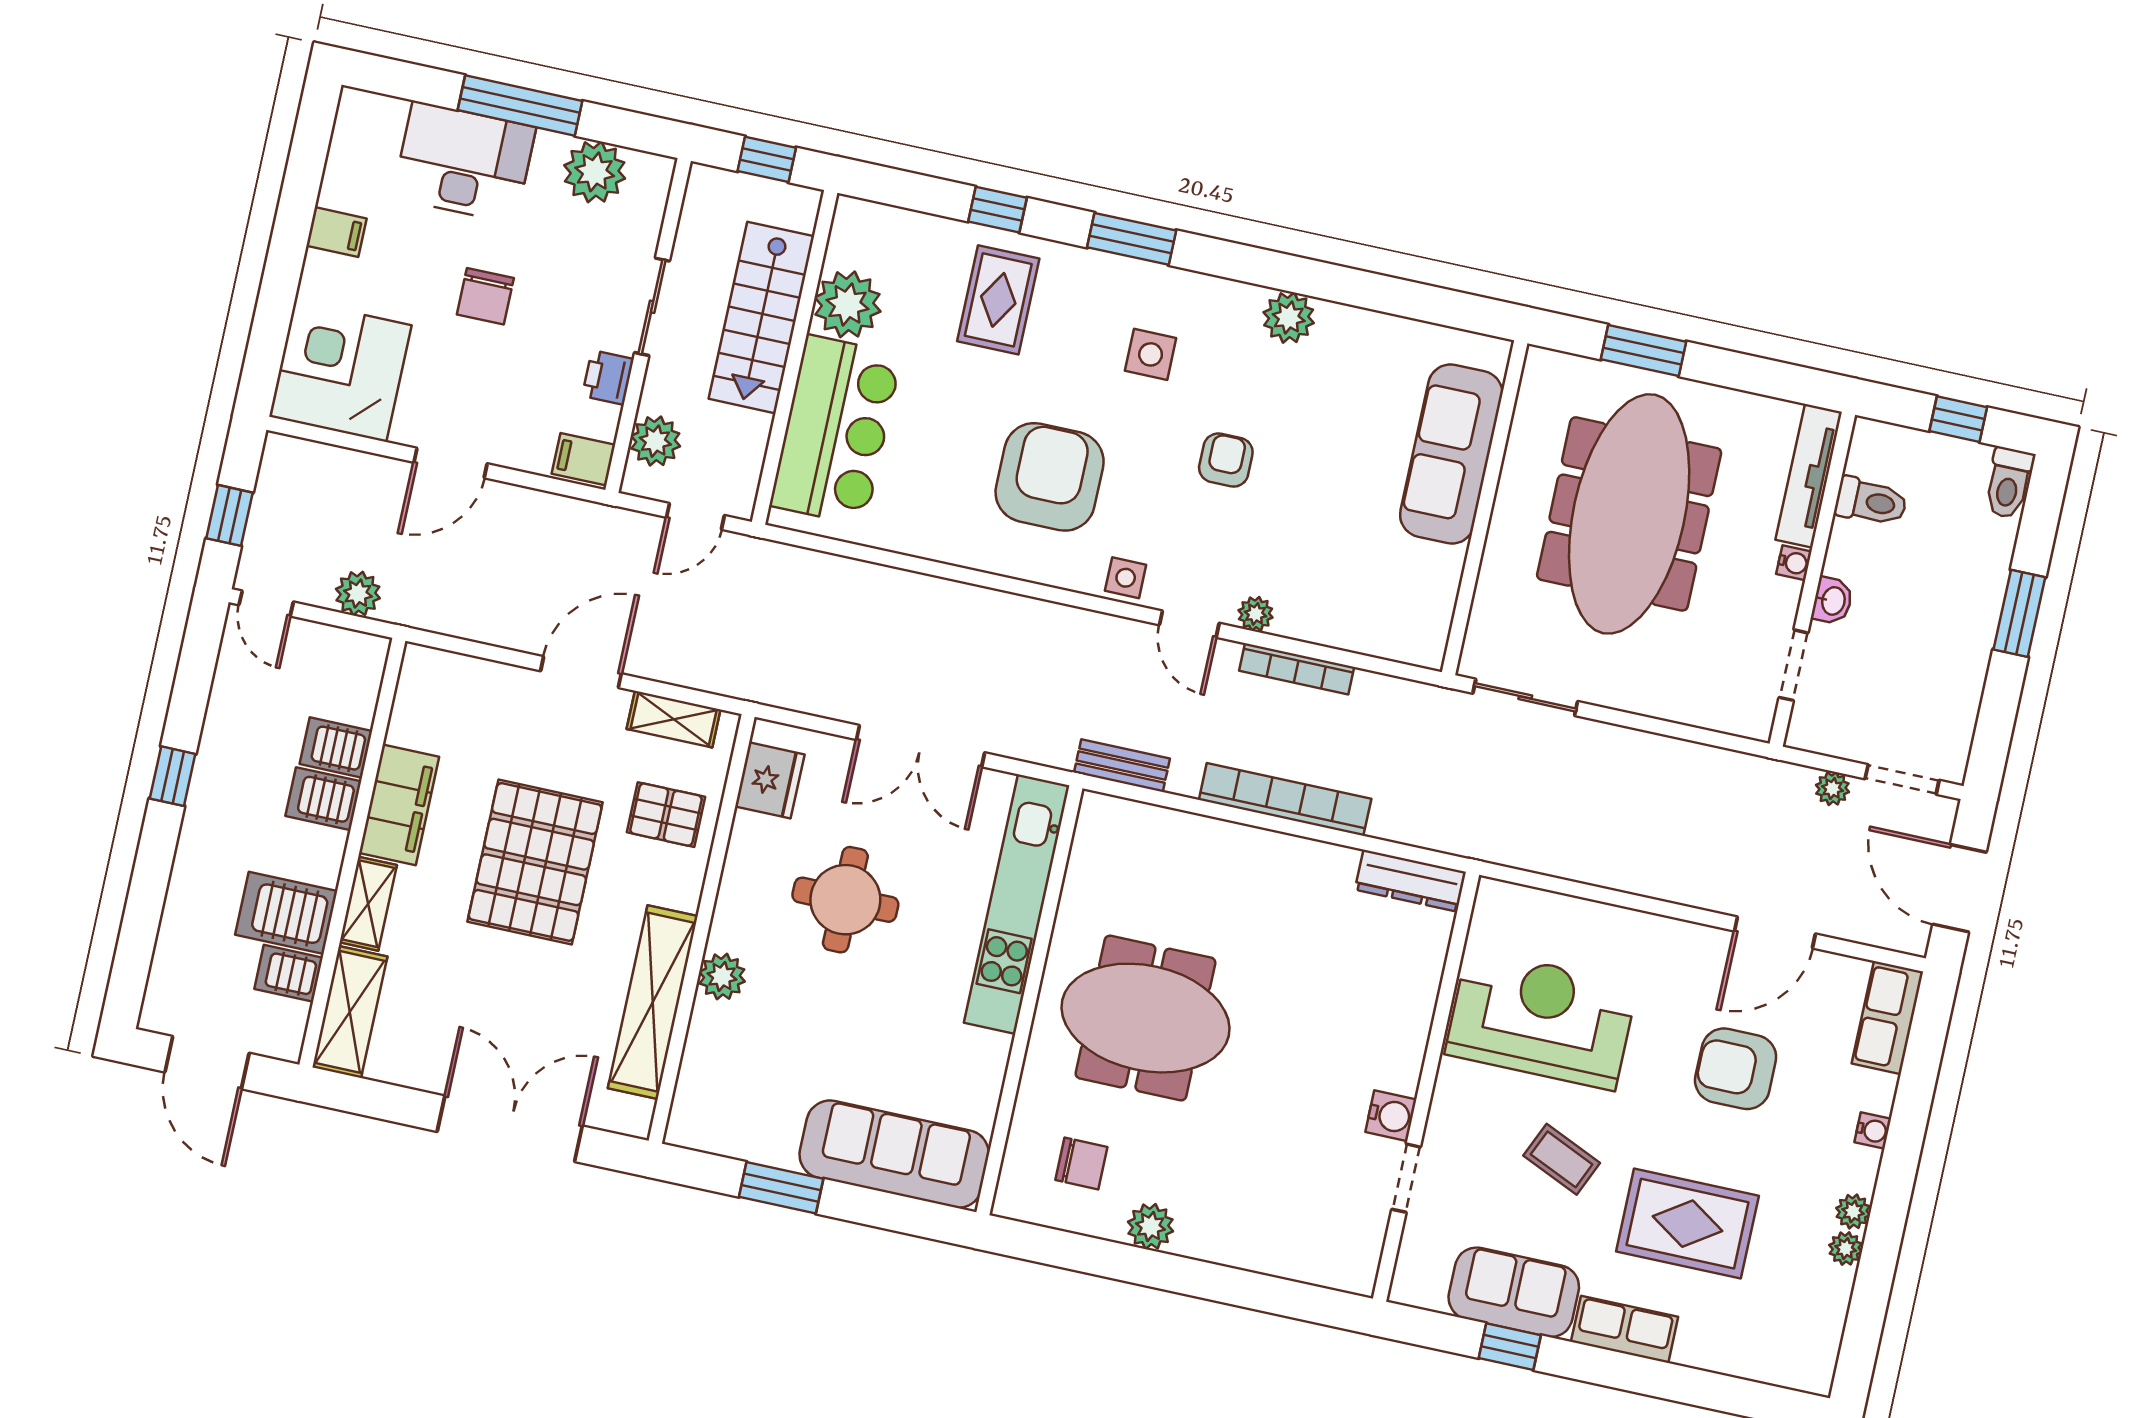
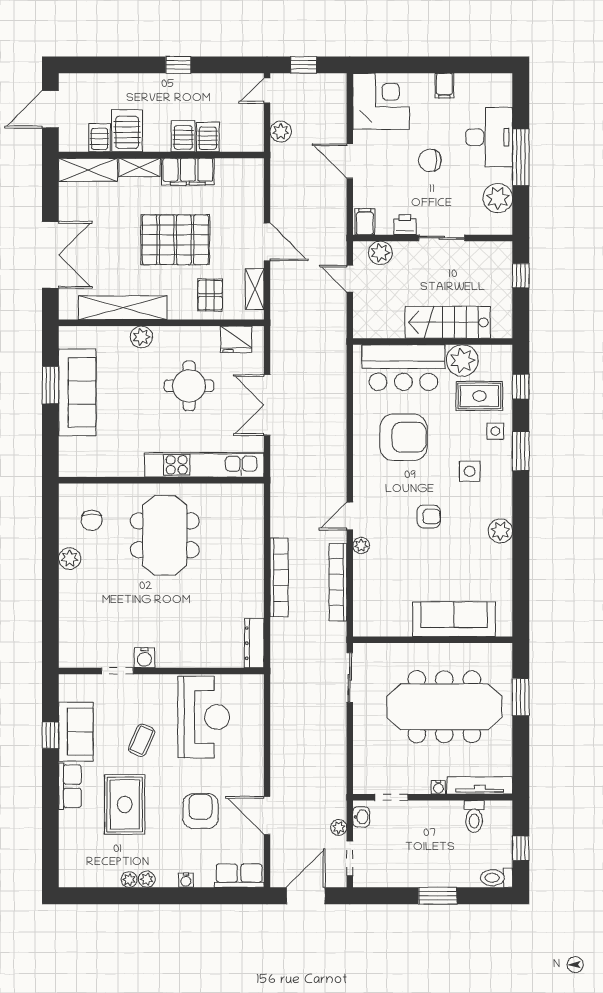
plant: (848, 304) -> (462, 360), moved
stairs: (761, 318) -> (448, 322), moved
wall: (795, 357) -> (433, 341), moved
bar counter: (836, 430) -> (403, 368), moved
side table: (1126, 578) -> (495, 431), moved
washbasin: (1832, 601) -> (361, 817), moved, turned -90
bookcase: (1297, 669) -> (338, 582), width x1.48, depth x1.31
bench: (1122, 766) -> (278, 499), removed
sofa: (894, 1154) -> (77, 392), moved

